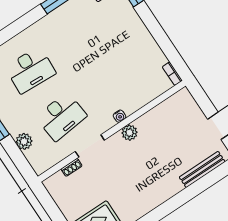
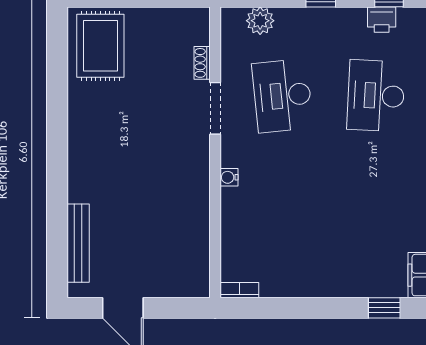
plant: (130, 133) -> (197, 176), removed
plant: (24, 141) -> (260, 21), moved

